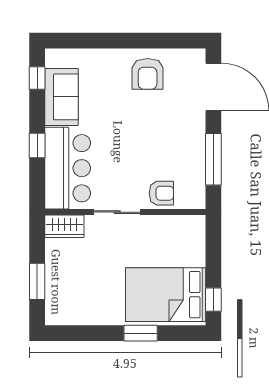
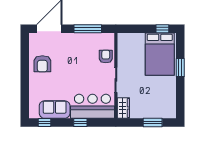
armchair: (148, 74) -> (42, 64), turned 90

